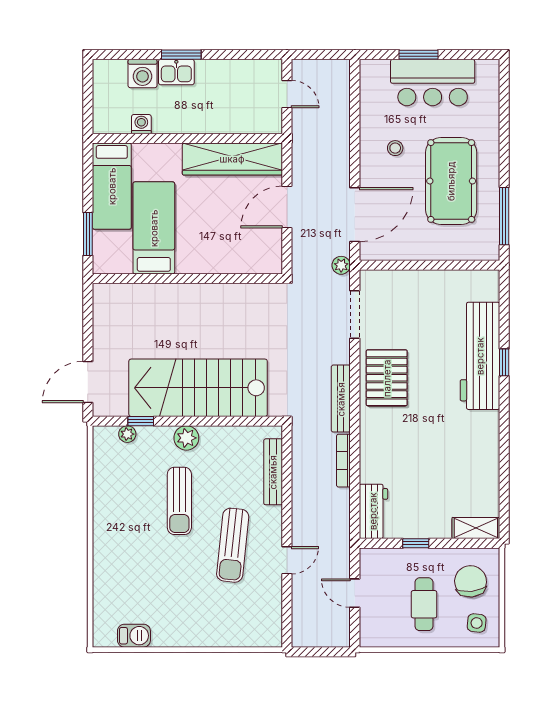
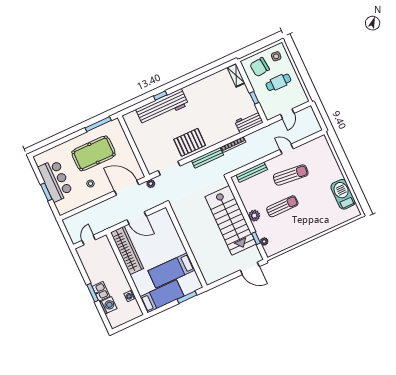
barbecue: (134, 636) -> (343, 194), width x1.88, depth x1.53

